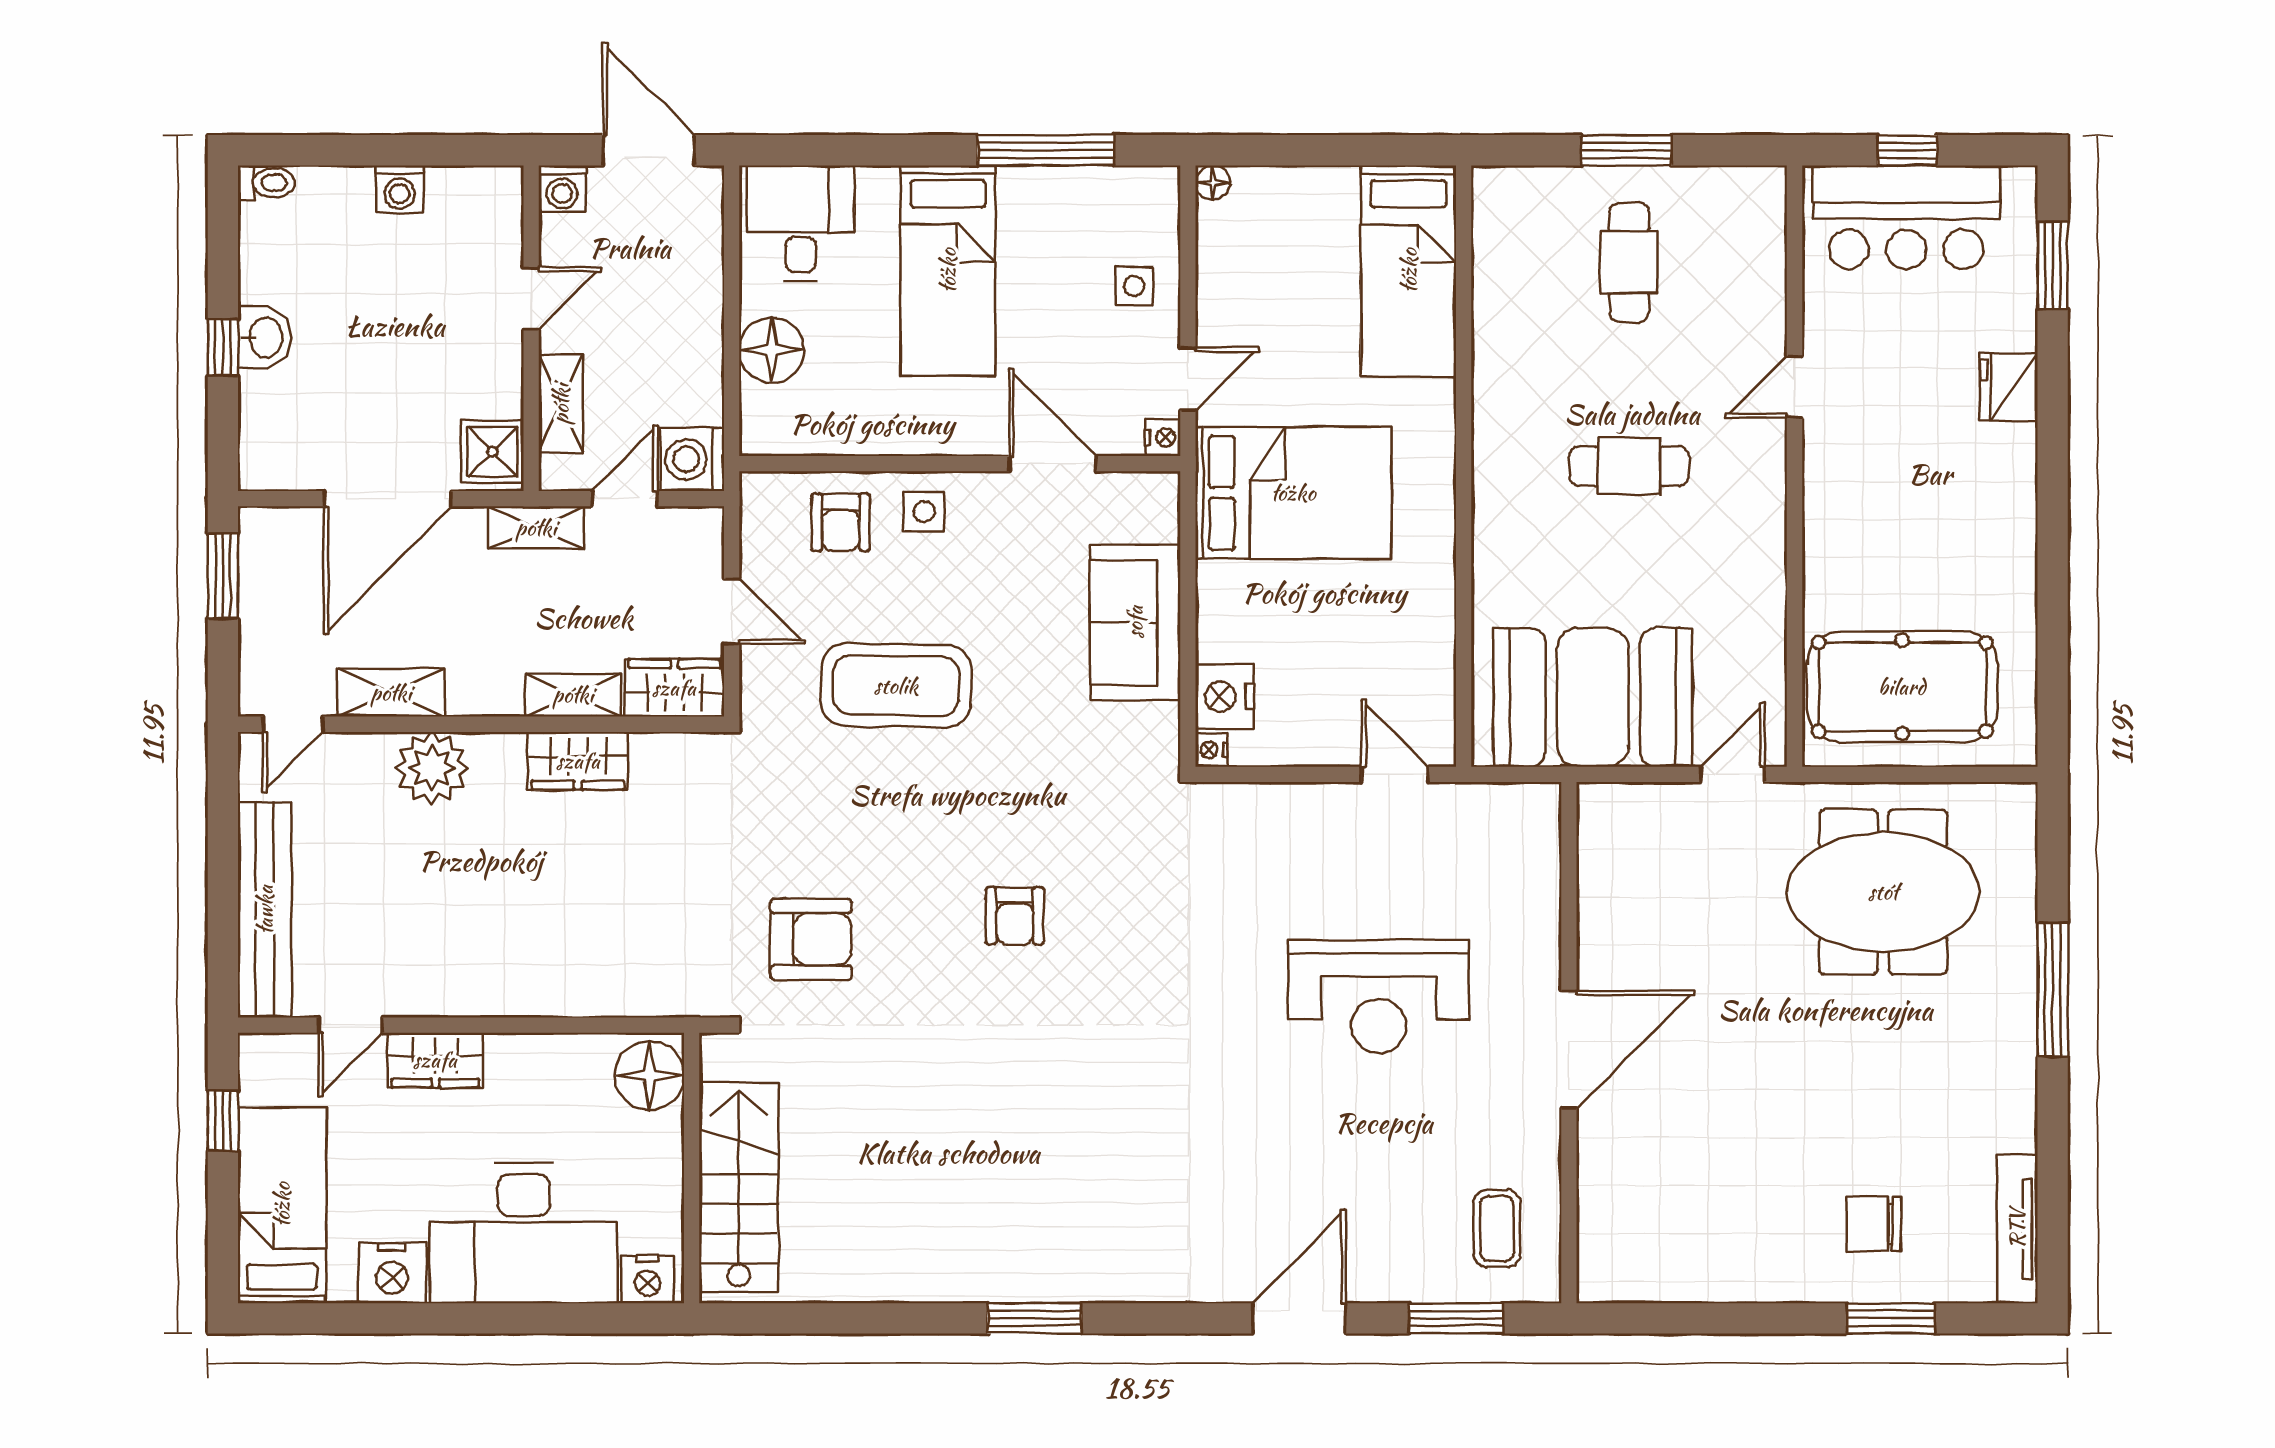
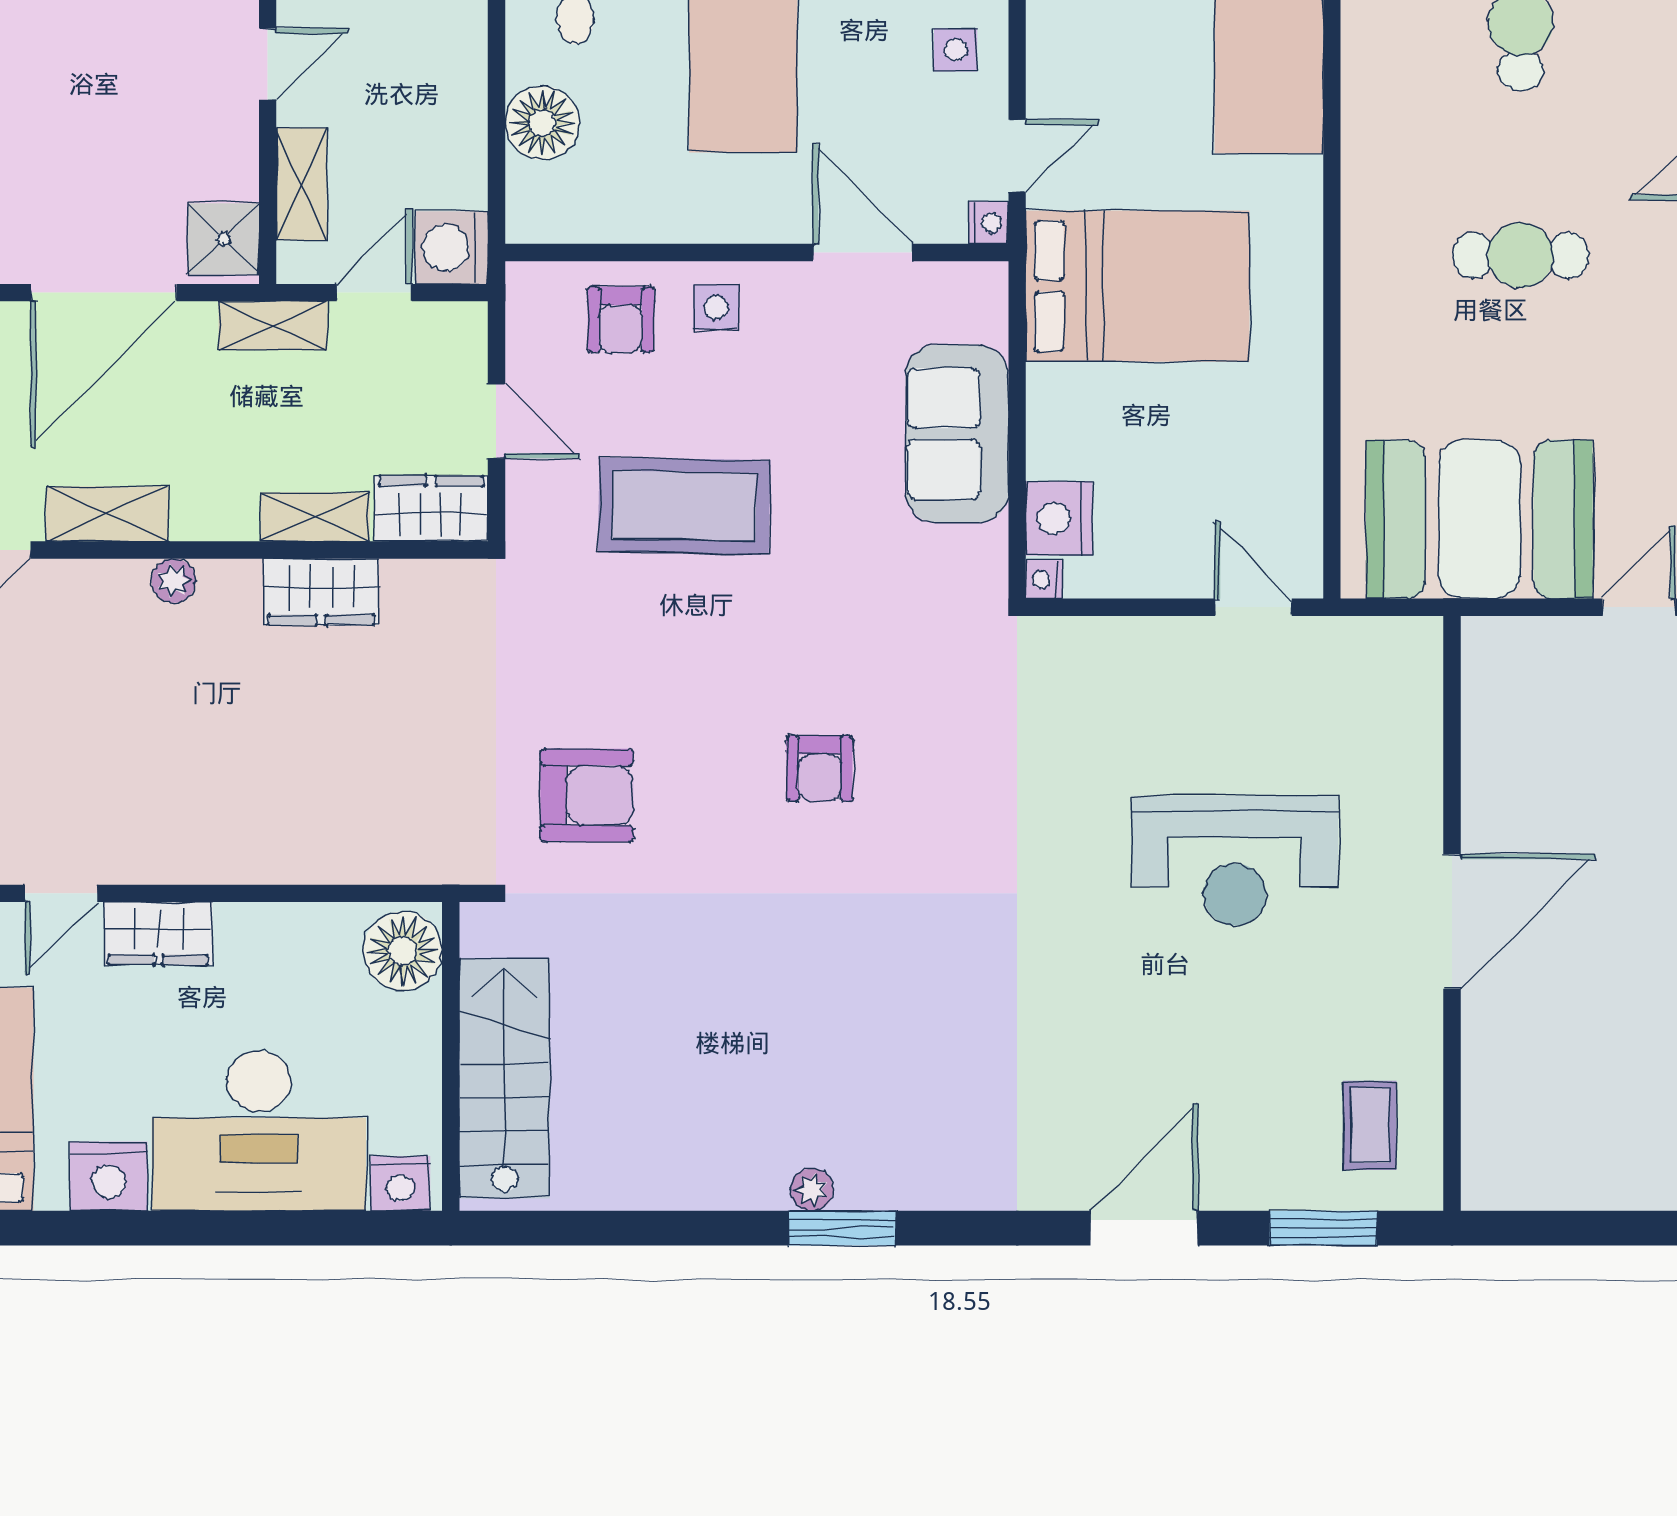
plant: (432, 768) -> (174, 581), width x0.53, depth x0.53
plant: (1008, 1285) -> (812, 1190), added

